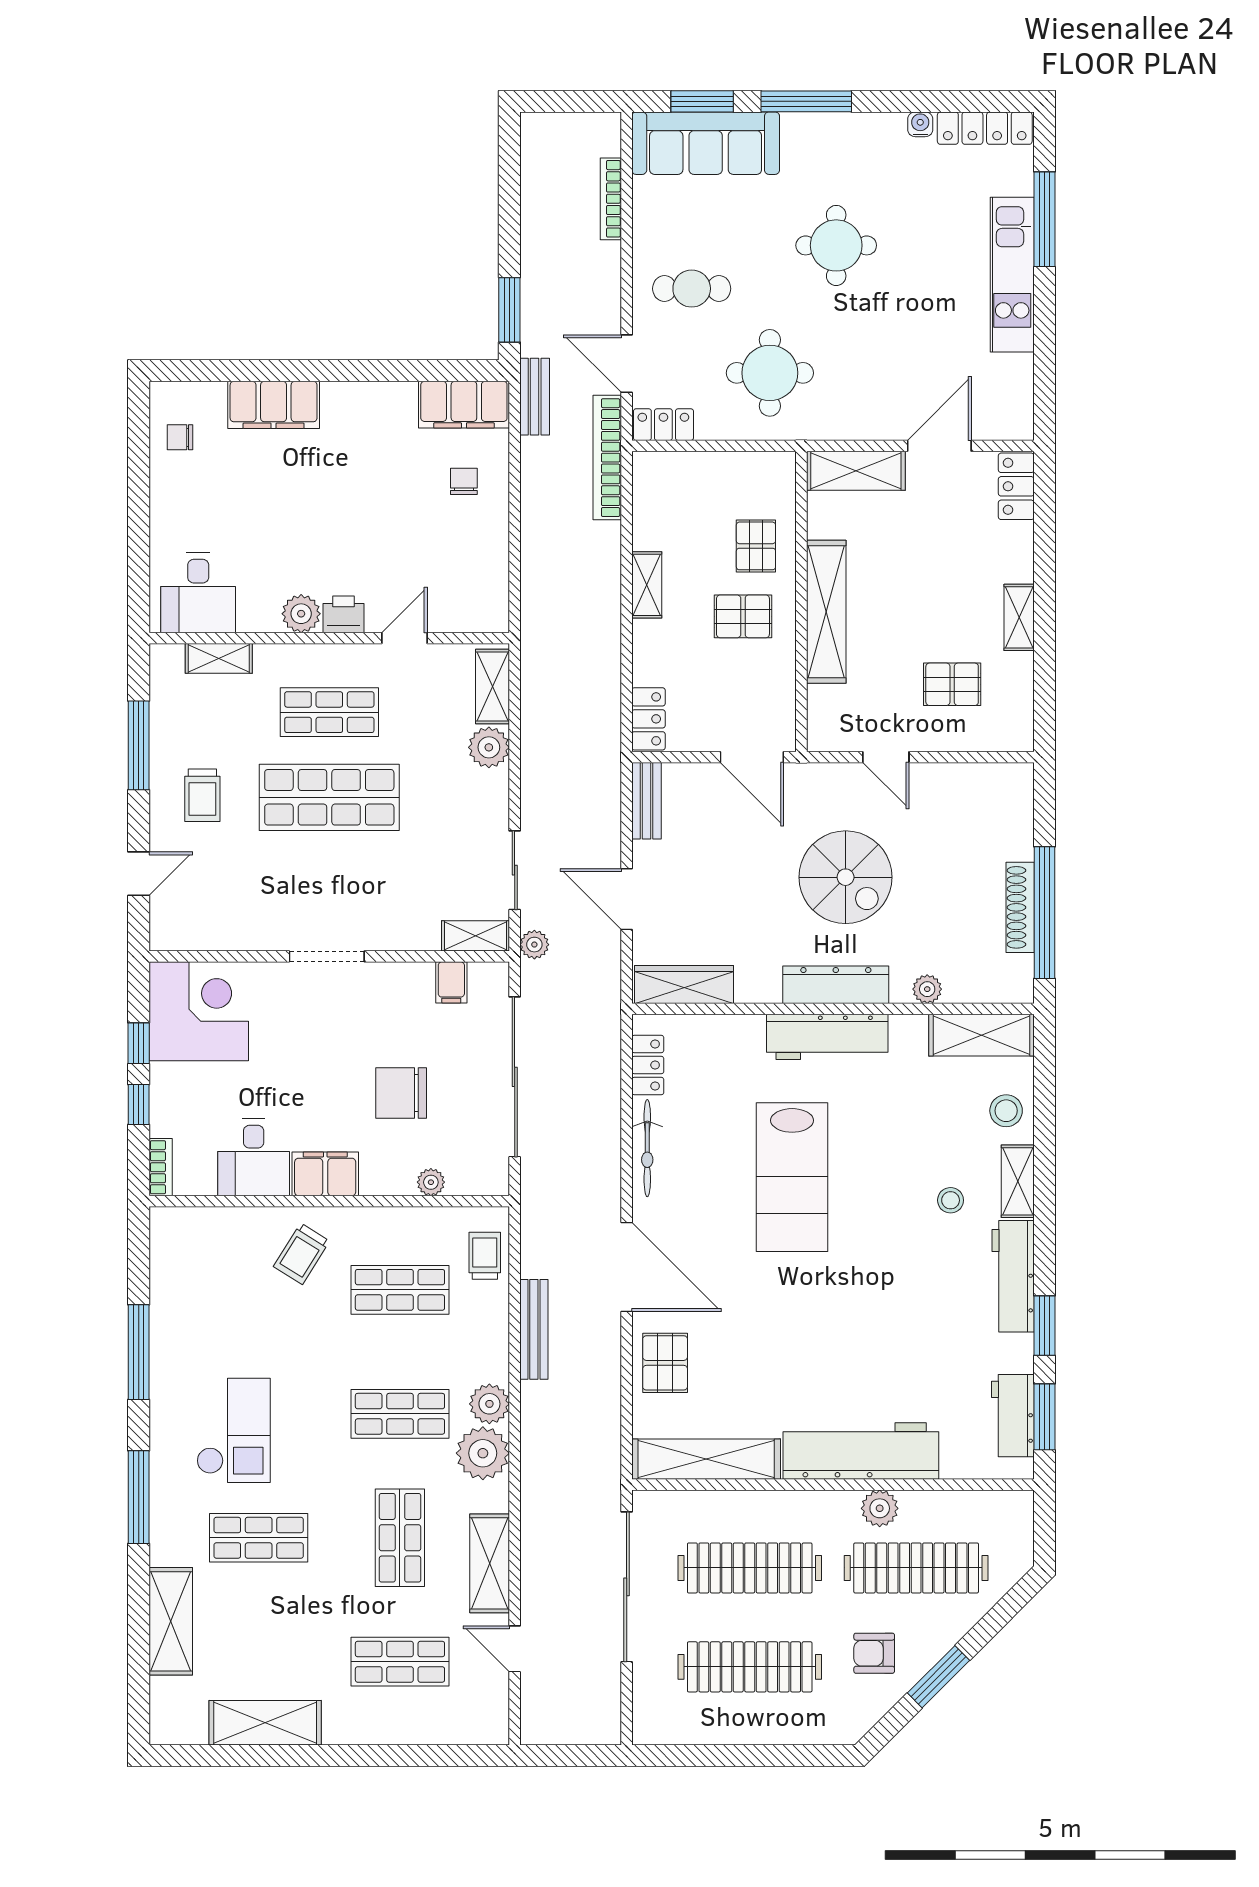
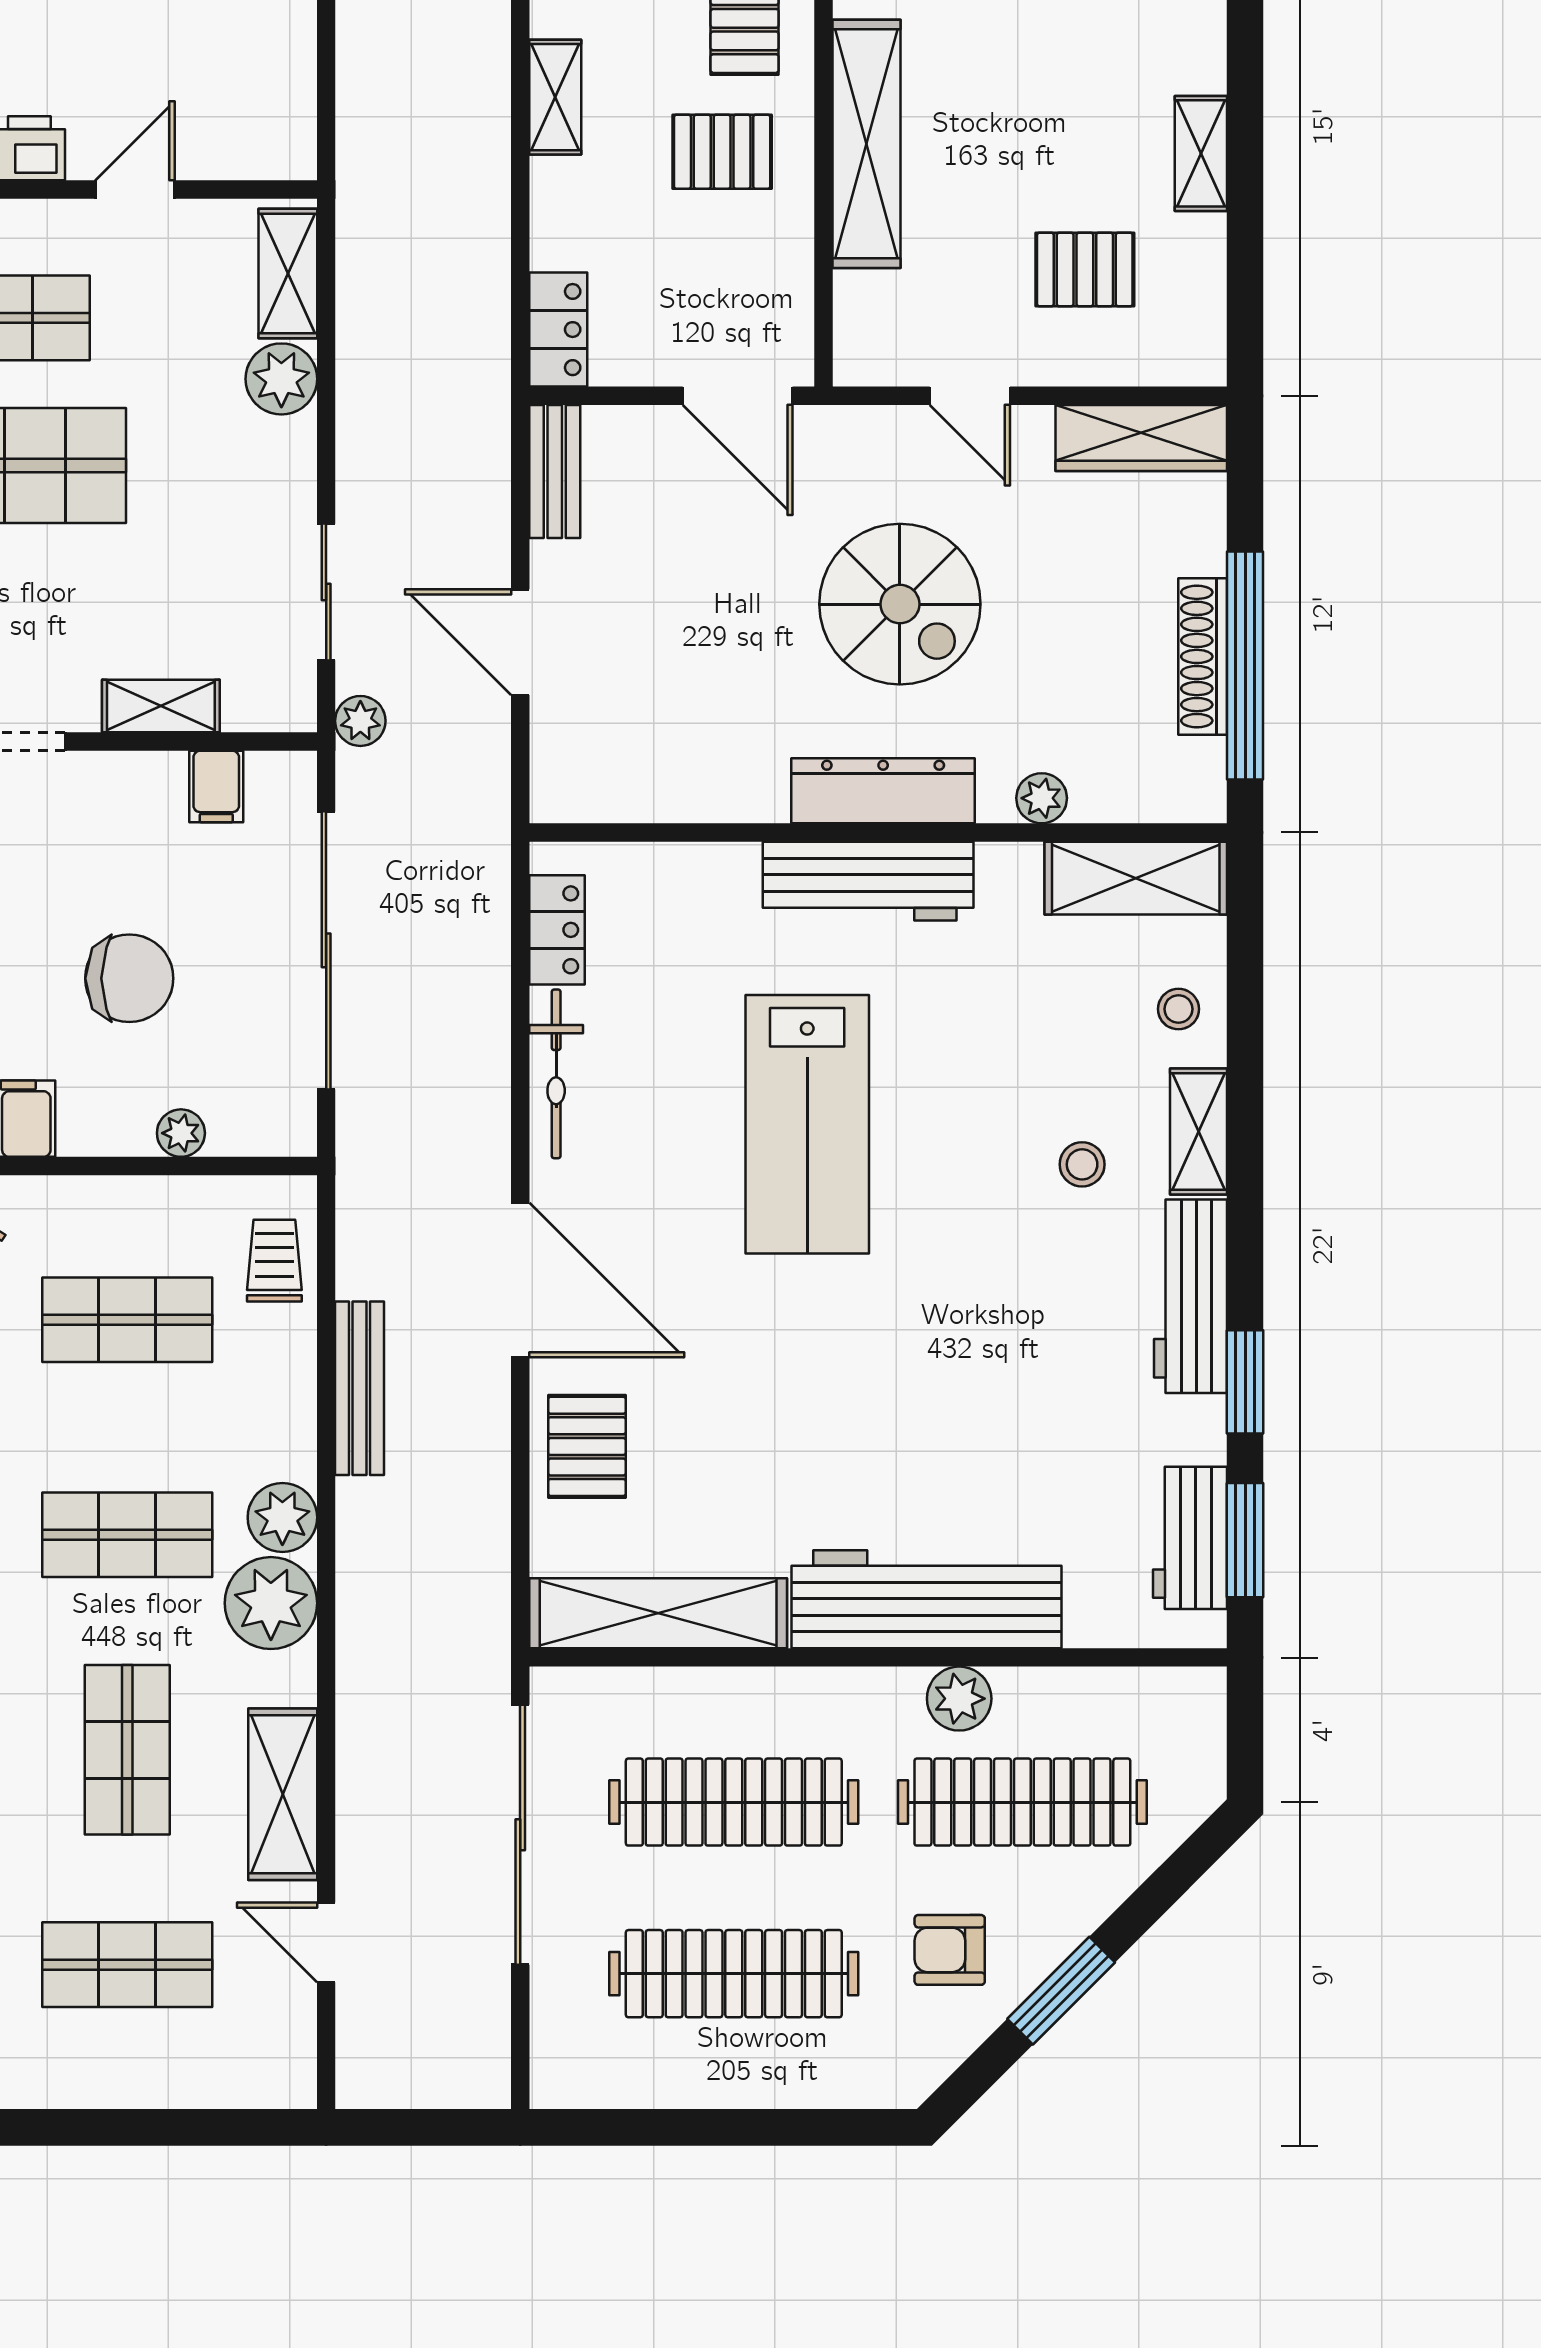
shelving: (476, 936) -> (161, 706), moved
wardrobe: (684, 985) -> (1141, 438), moved, turned 180
chair: (401, 1093) -> (129, 978), turned 180
stool: (1006, 1111) -> (1178, 1009), width x0.73, depth x0.73

